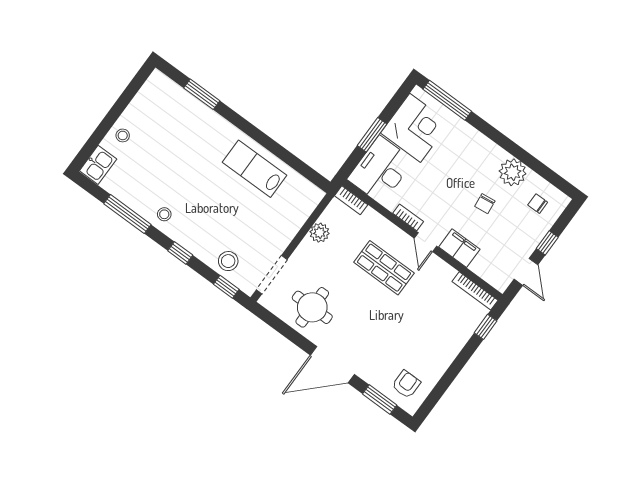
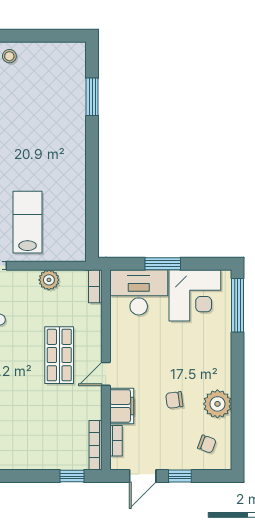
lab bench: (254, 169) -> (28, 222), moved
chair: (538, 204) -> (207, 444), turned 110
bookcase: (408, 217) -> (116, 441), moved

